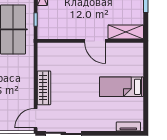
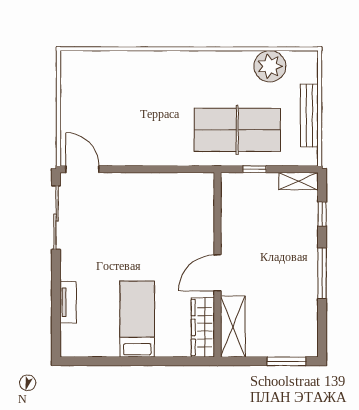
wardrobe: (44, 88) -> (203, 327), moved, turned 90
tv unit: (128, 126) -> (68, 302), moved

